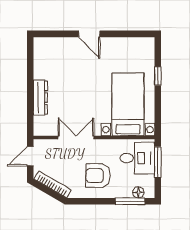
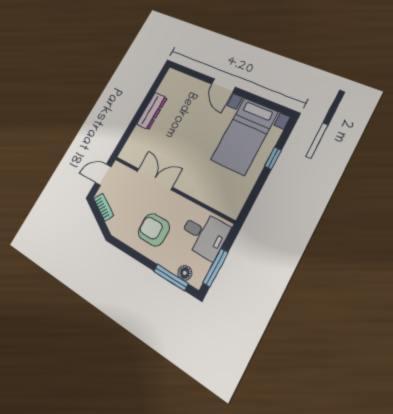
dresser: (40, 98) -> (152, 111), moved
bed with nightstands: (128, 104) -> (244, 136), moved, turned 180
window: (158, 162) -> (215, 268), moved
bookcase: (53, 184) -> (104, 207), width x0.64

